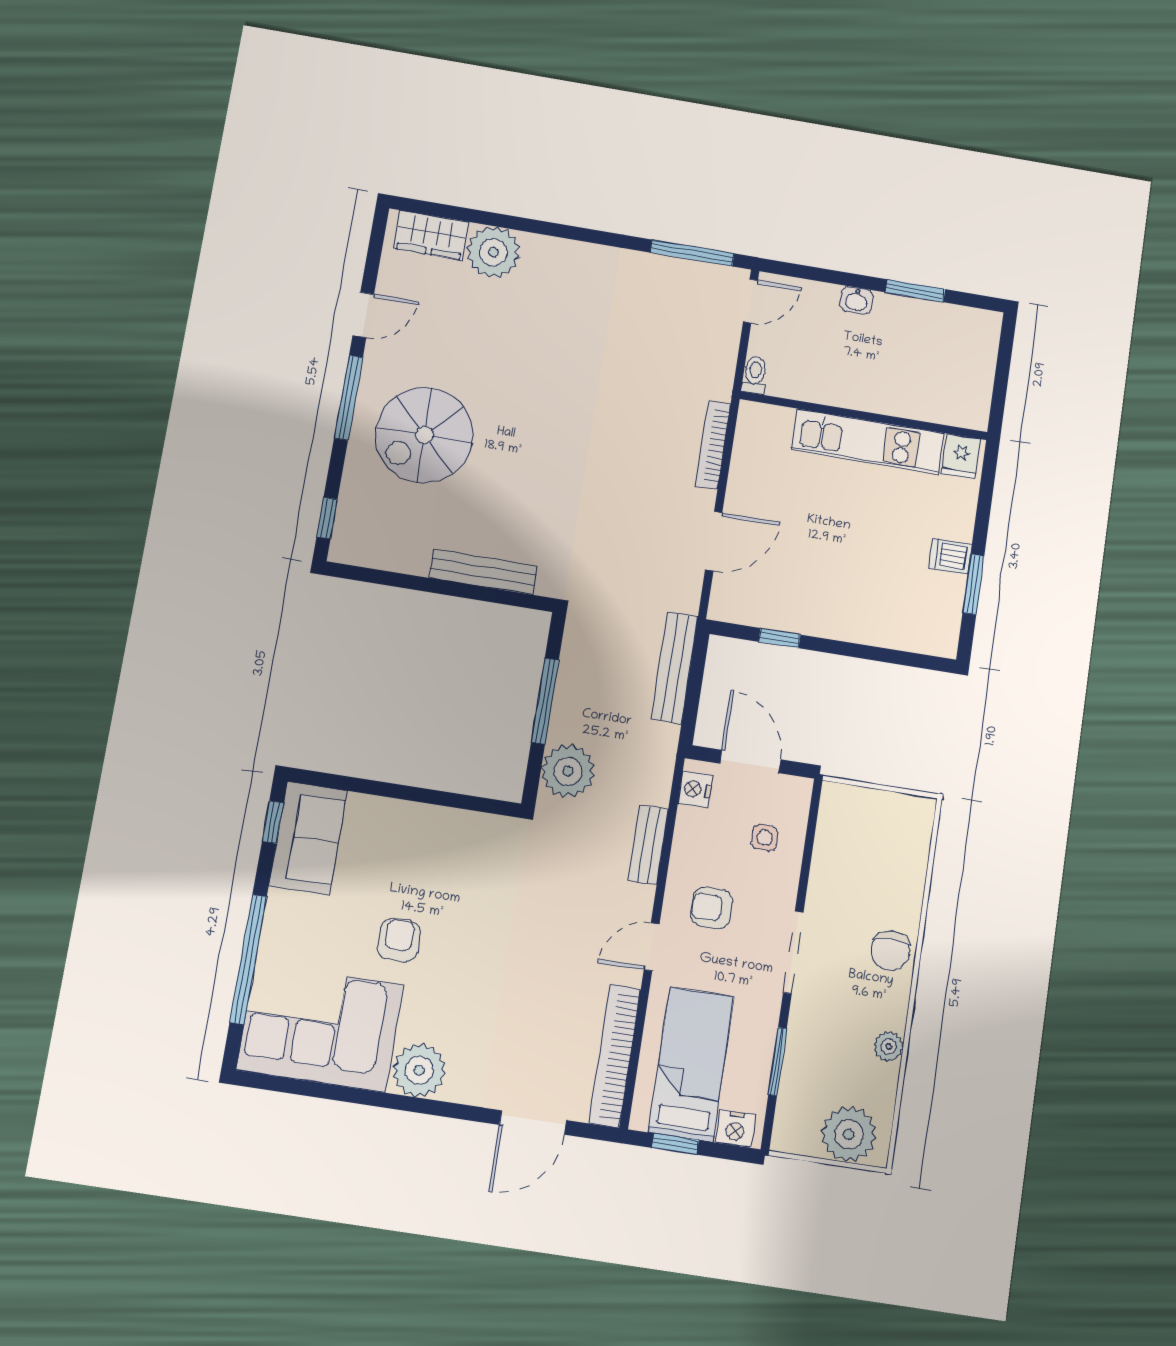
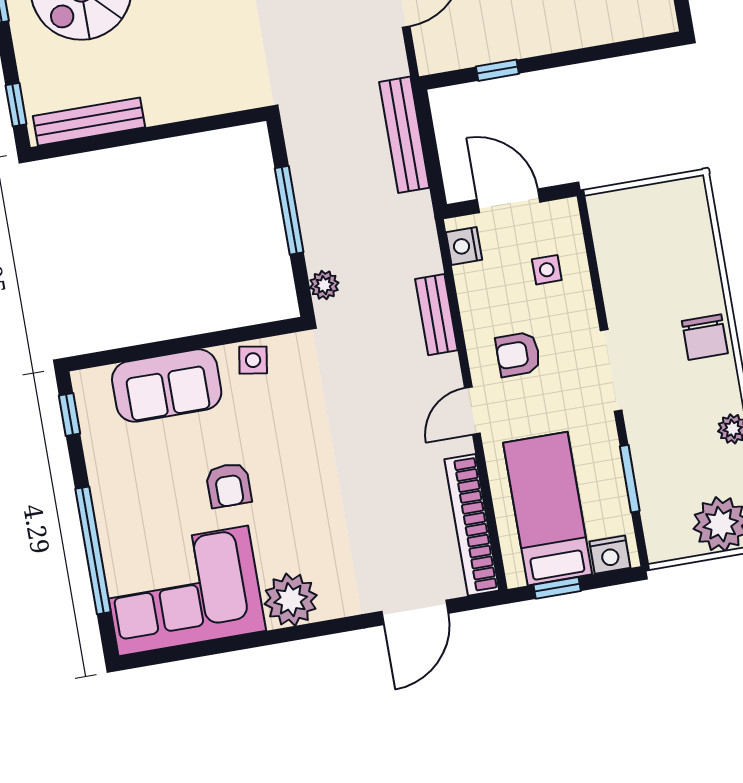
bench: (483, 572) -> (89, 122), moved
plant: (568, 771) -> (324, 285), width x0.53, depth x0.53
side table: (463, 829) -> (253, 360), added
sofa: (308, 838) -> (167, 386), moved, turned 90
armchair: (399, 940) -> (229, 485), turned 180

